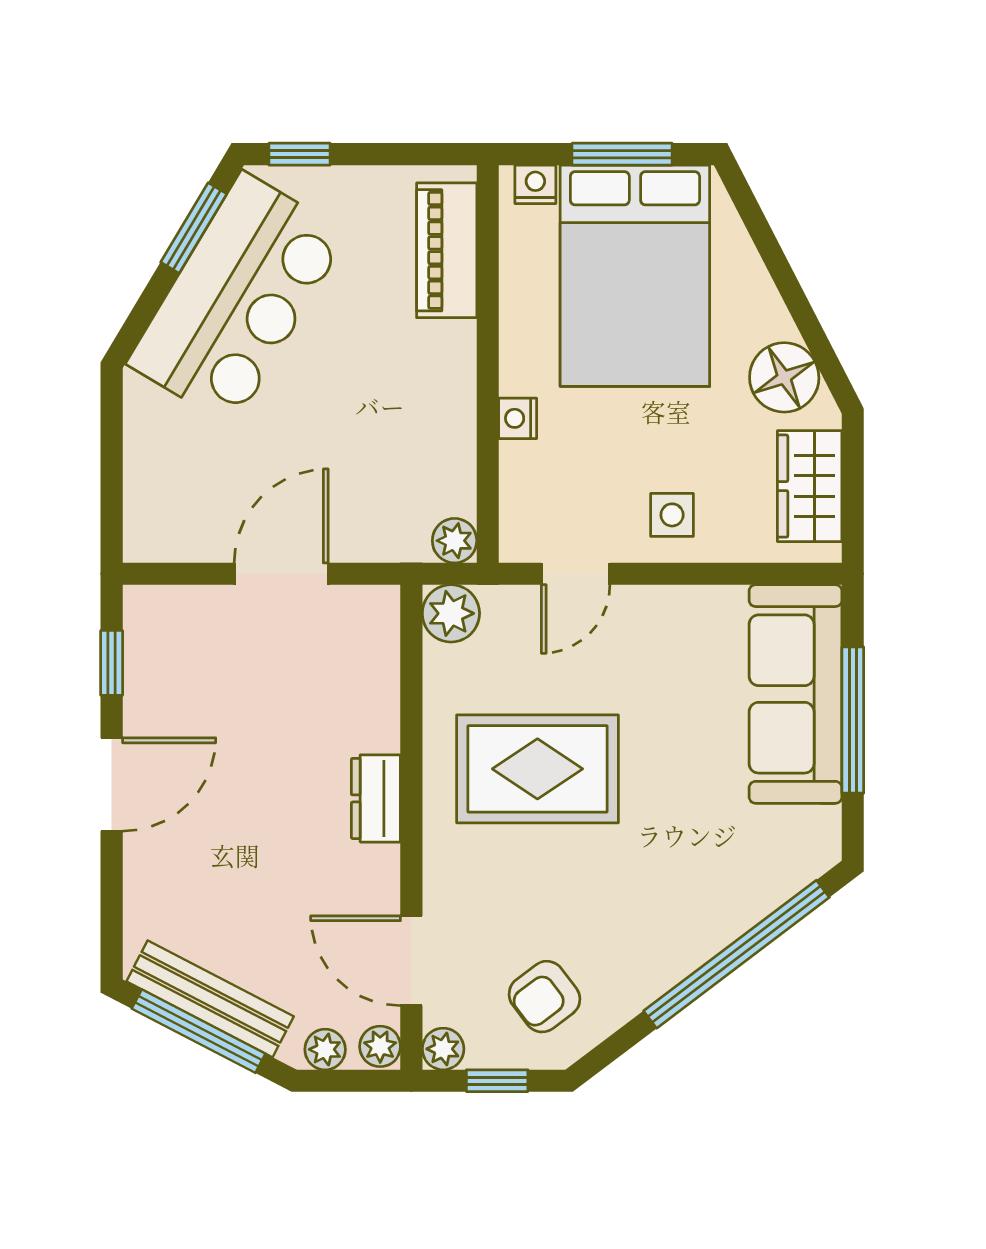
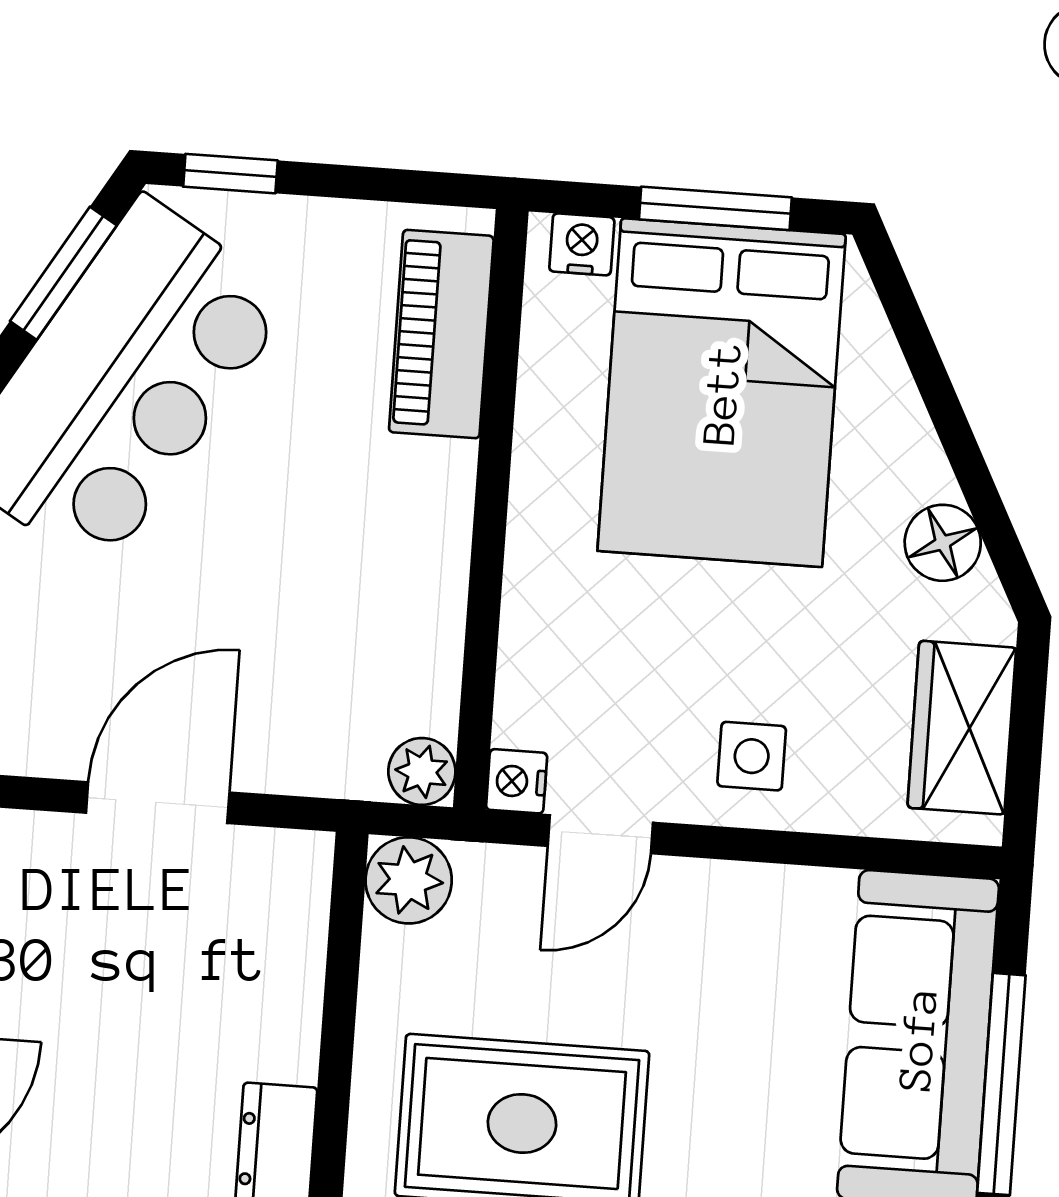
floor lamp: (784, 377) -> (943, 543), width x0.73, depth x0.73
nightstand: (518, 418) -> (517, 781), moved

